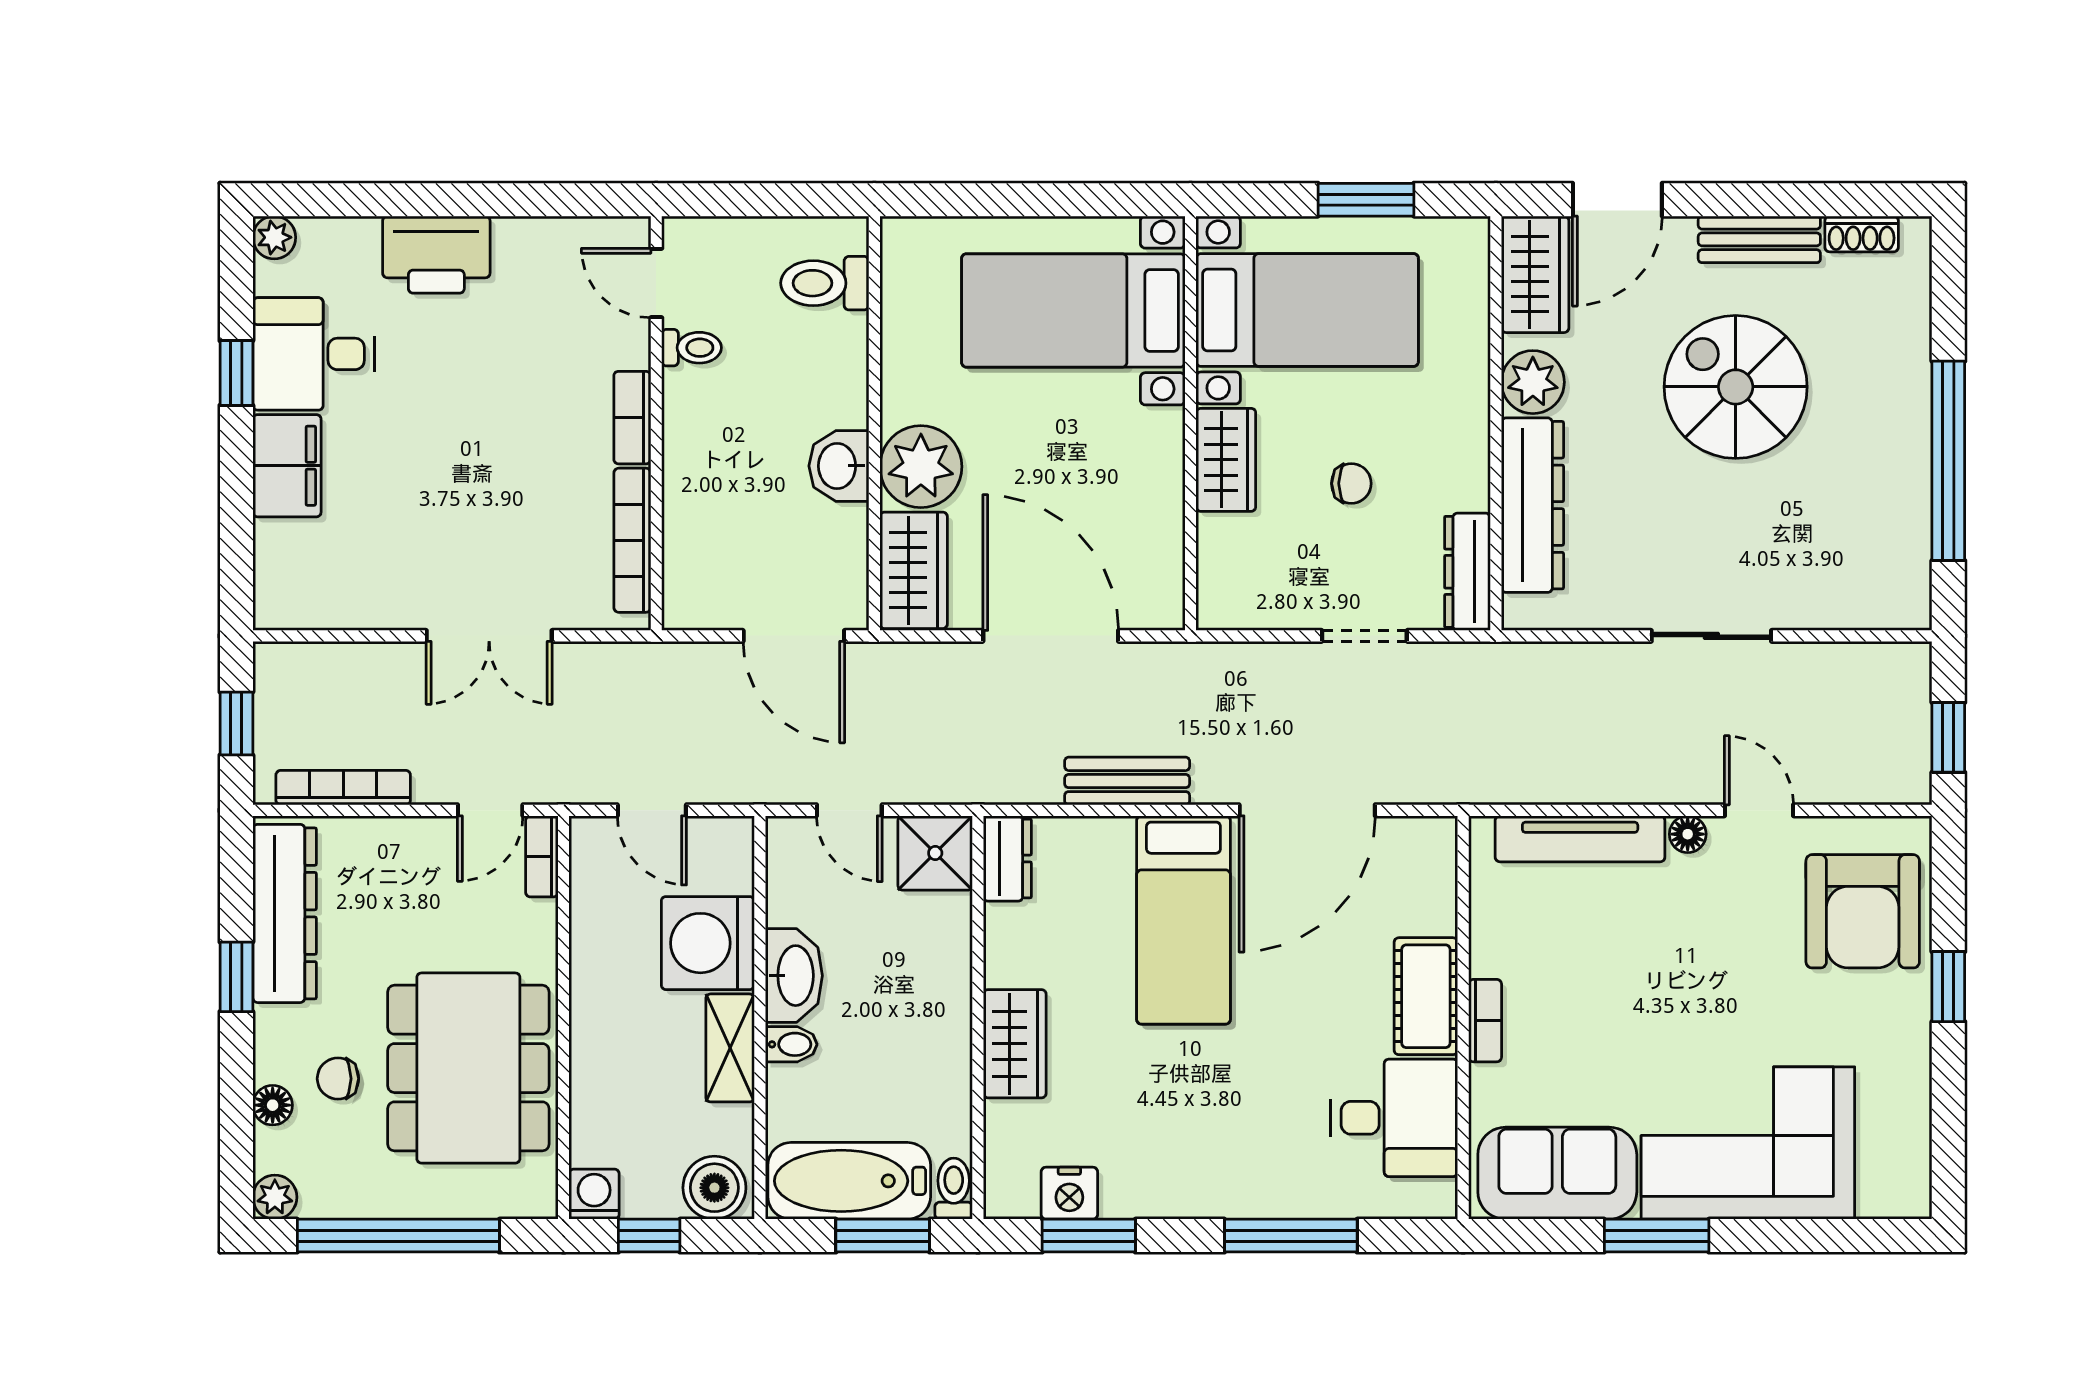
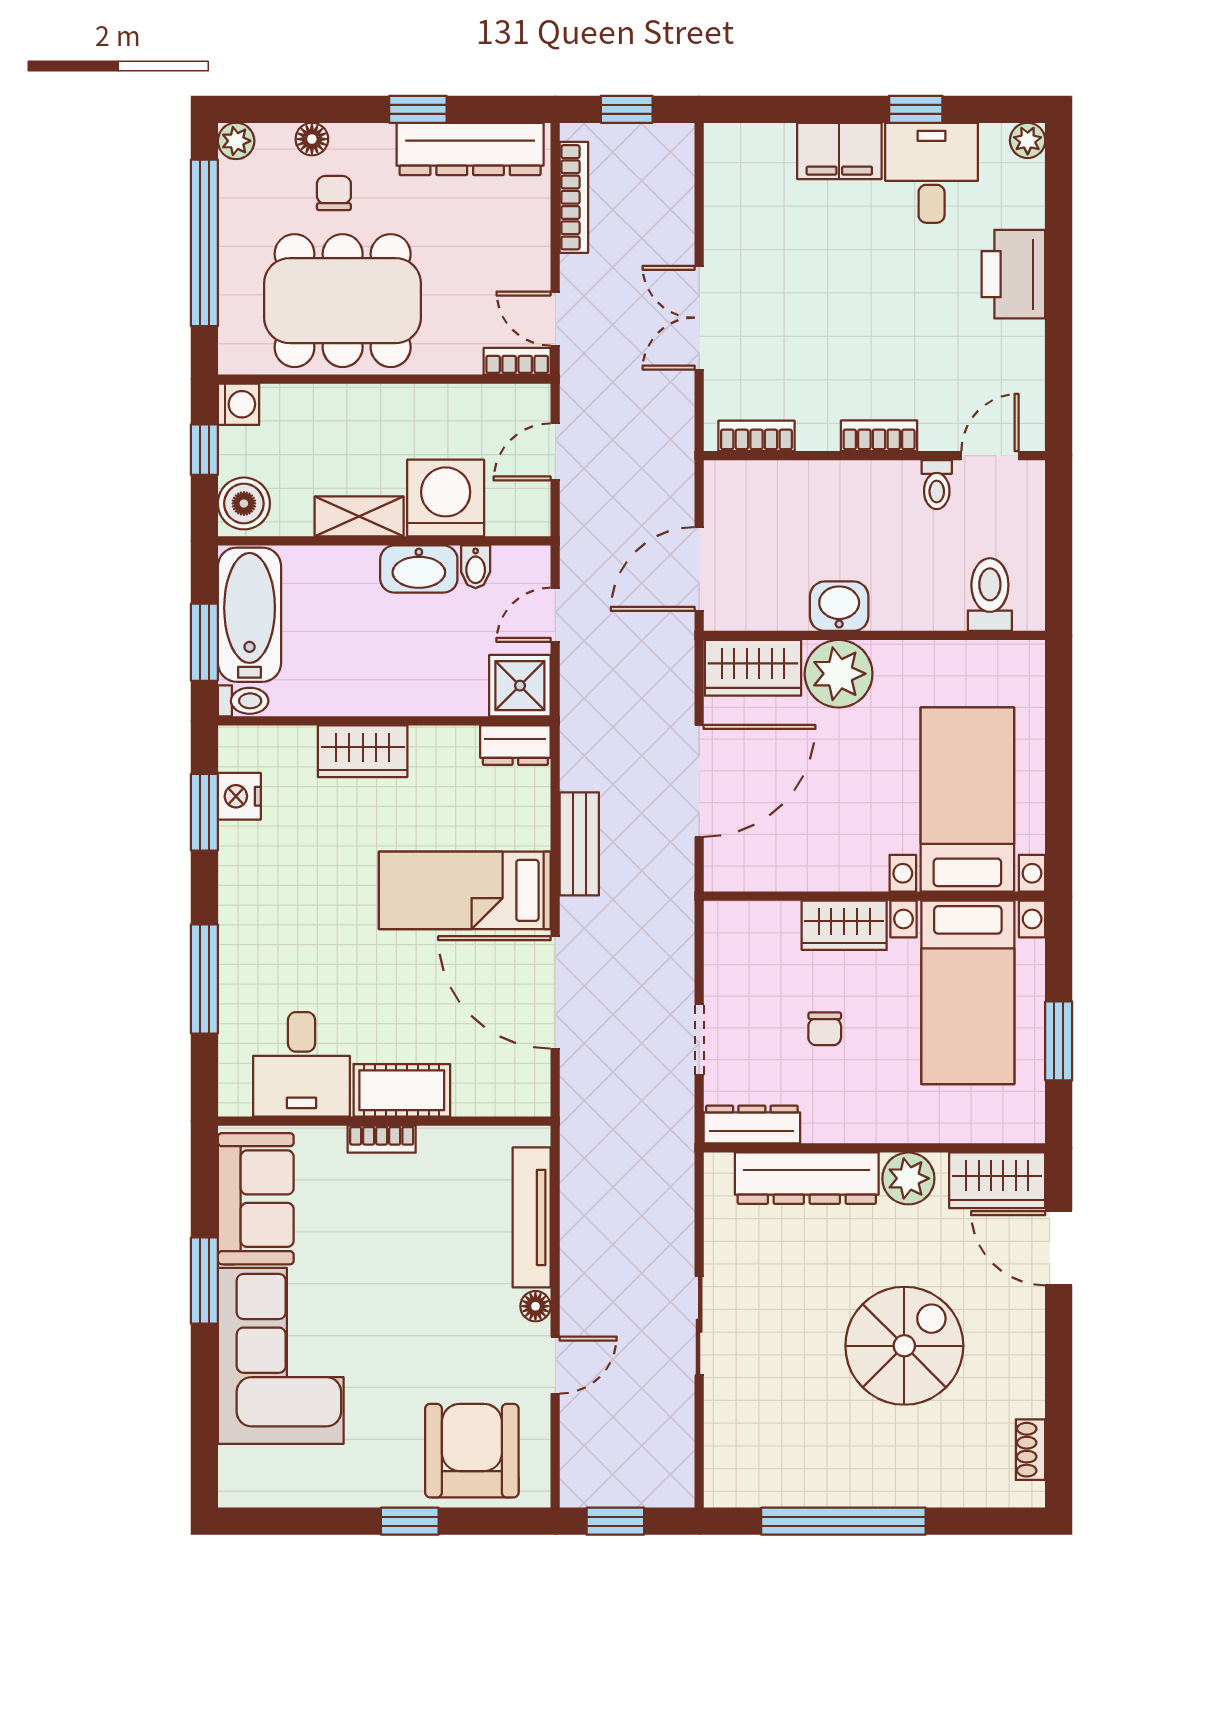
bench: (1759, 239) -> (1026, 1365), removed
bookcase: (632, 540) -> (756, 436), width x0.64
armchair: (1863, 911) -> (472, 1451), turned 90
bidet: (791, 1044) -> (476, 567), moved

